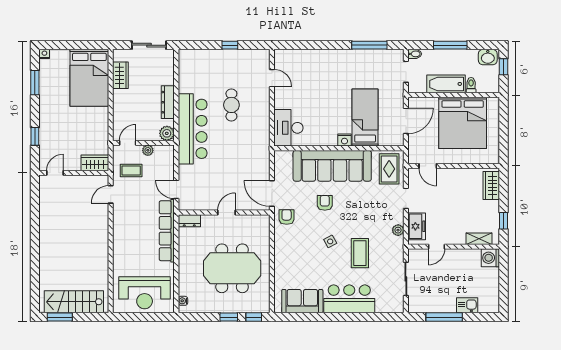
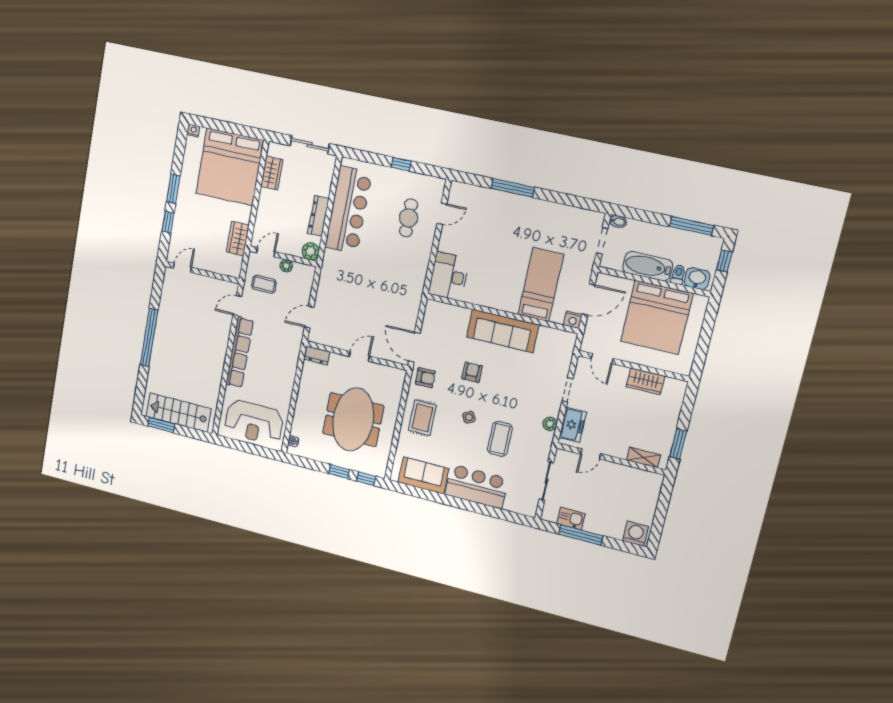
window: (369, 45) -> (513, 188), moved
window: (450, 45) -> (691, 226), moved
washbasin: (488, 57) -> (697, 279), moved, turned 180
bed: (89, 78) -> (230, 167), width x1.36
door: (272, 78) -> (442, 214), hinge flipped
window: (35, 83) -> (173, 189), moved
cafe table: (231, 105) -> (408, 218), moved
bar counter: (193, 129) -> (348, 210), moved
nightstand: (344, 140) -> (573, 320), moved
wardrobe: (95, 163) -> (238, 239), moved, turned -90
sofa: (332, 166) -> (503, 331), width x0.74, depth x0.79
rug: (389, 169) -> (422, 418), moved
wardrobe: (491, 185) -> (645, 381), moved, turned -90
door: (176, 189) -> (309, 317), hinge flipped
armchair: (287, 217) -> (425, 378), turned 88
window: (504, 221) -> (678, 444), width x1.50
row of seats: (167, 231) -> (240, 352), moved, turned 180
window: (35, 241) -> (149, 338), added
washing machine: (490, 258) -> (636, 534), moved, turned 90
meeting table: (232, 268) -> (353, 420), turned 90
kitchen sink: (467, 305) -> (571, 519), moved

